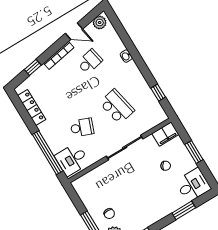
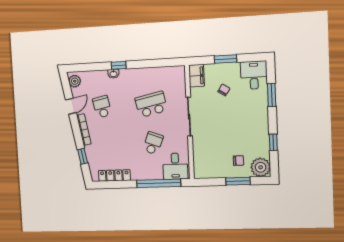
window: (158, 93) -> (119, 65), moved

